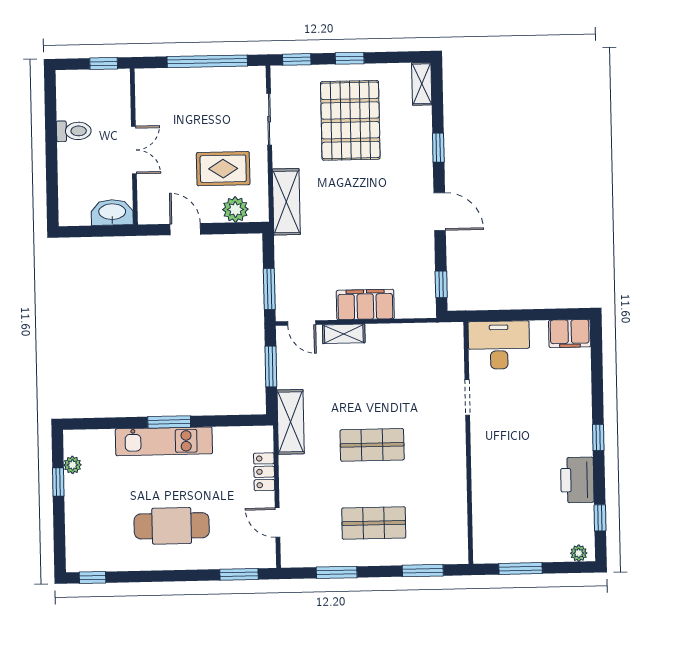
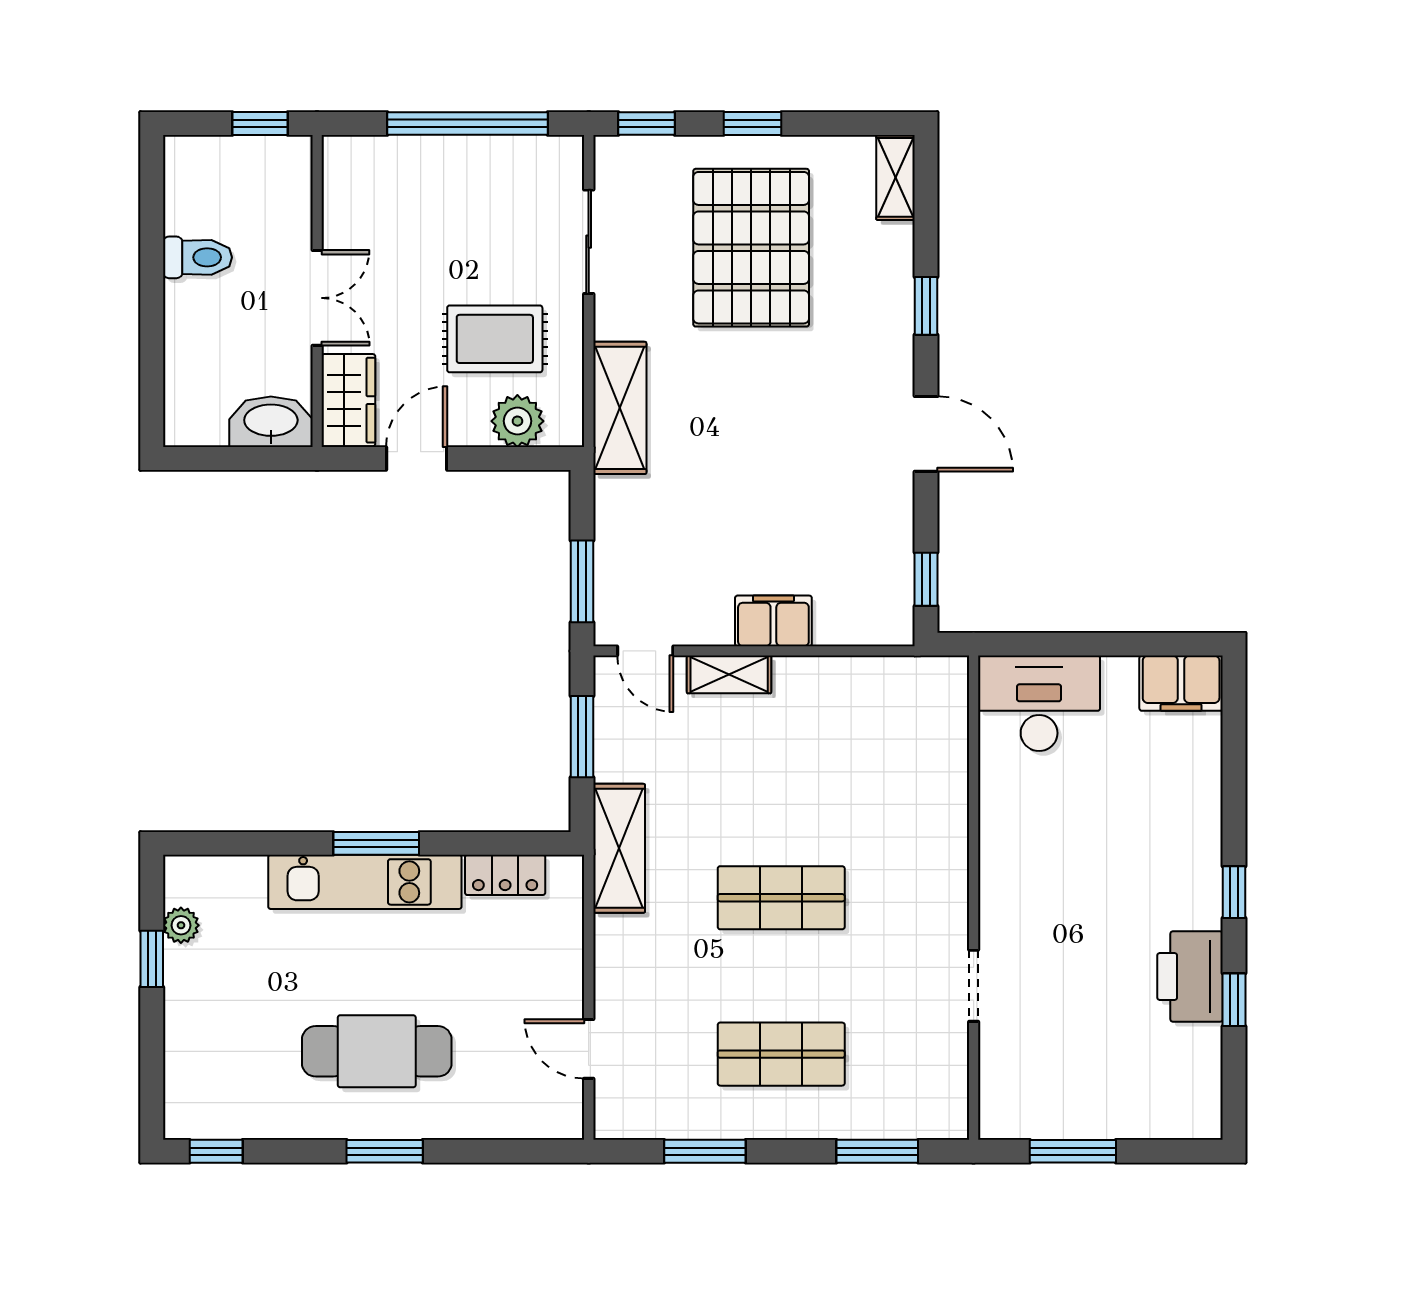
wardrobe: (151, 201) -> (348, 400), added
door: (185, 229) -> (417, 459), hinge flipped
filing cabinet: (365, 305) -> (773, 621), width x0.67, depth x0.86
doorway: (467, 398) -> (974, 986), moved
locker: (264, 472) -> (505, 875), moved, turned -90
window: (600, 518) -> (1234, 1000), moved
plant: (579, 553) -> (1190, 1123), removed
window: (239, 574) -> (385, 1151), moved

